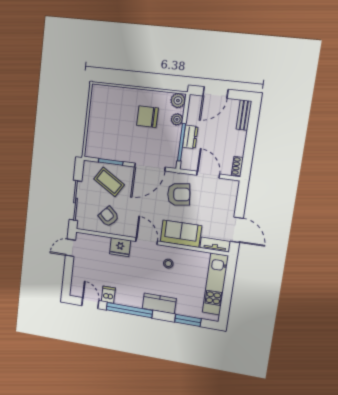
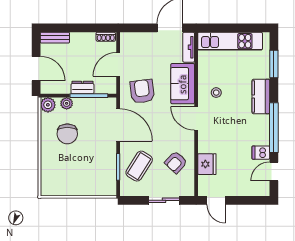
sliding door: (76, 201) -> (164, 200), width x0.73
door: (147, 241) -> (196, 118), hinge flipped
fridge: (120, 247) -> (207, 164), moved

